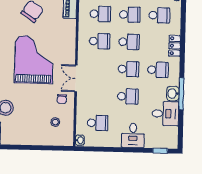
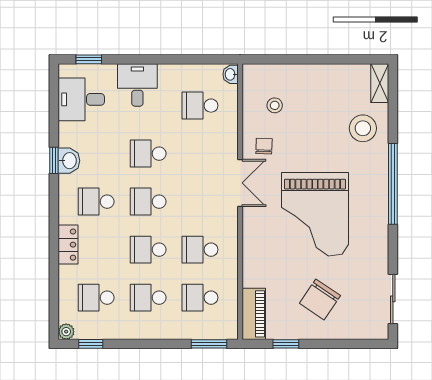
window: (181, 94) -> (54, 160), width x0.46
desk: (165, 114) -> (81, 99), moved

